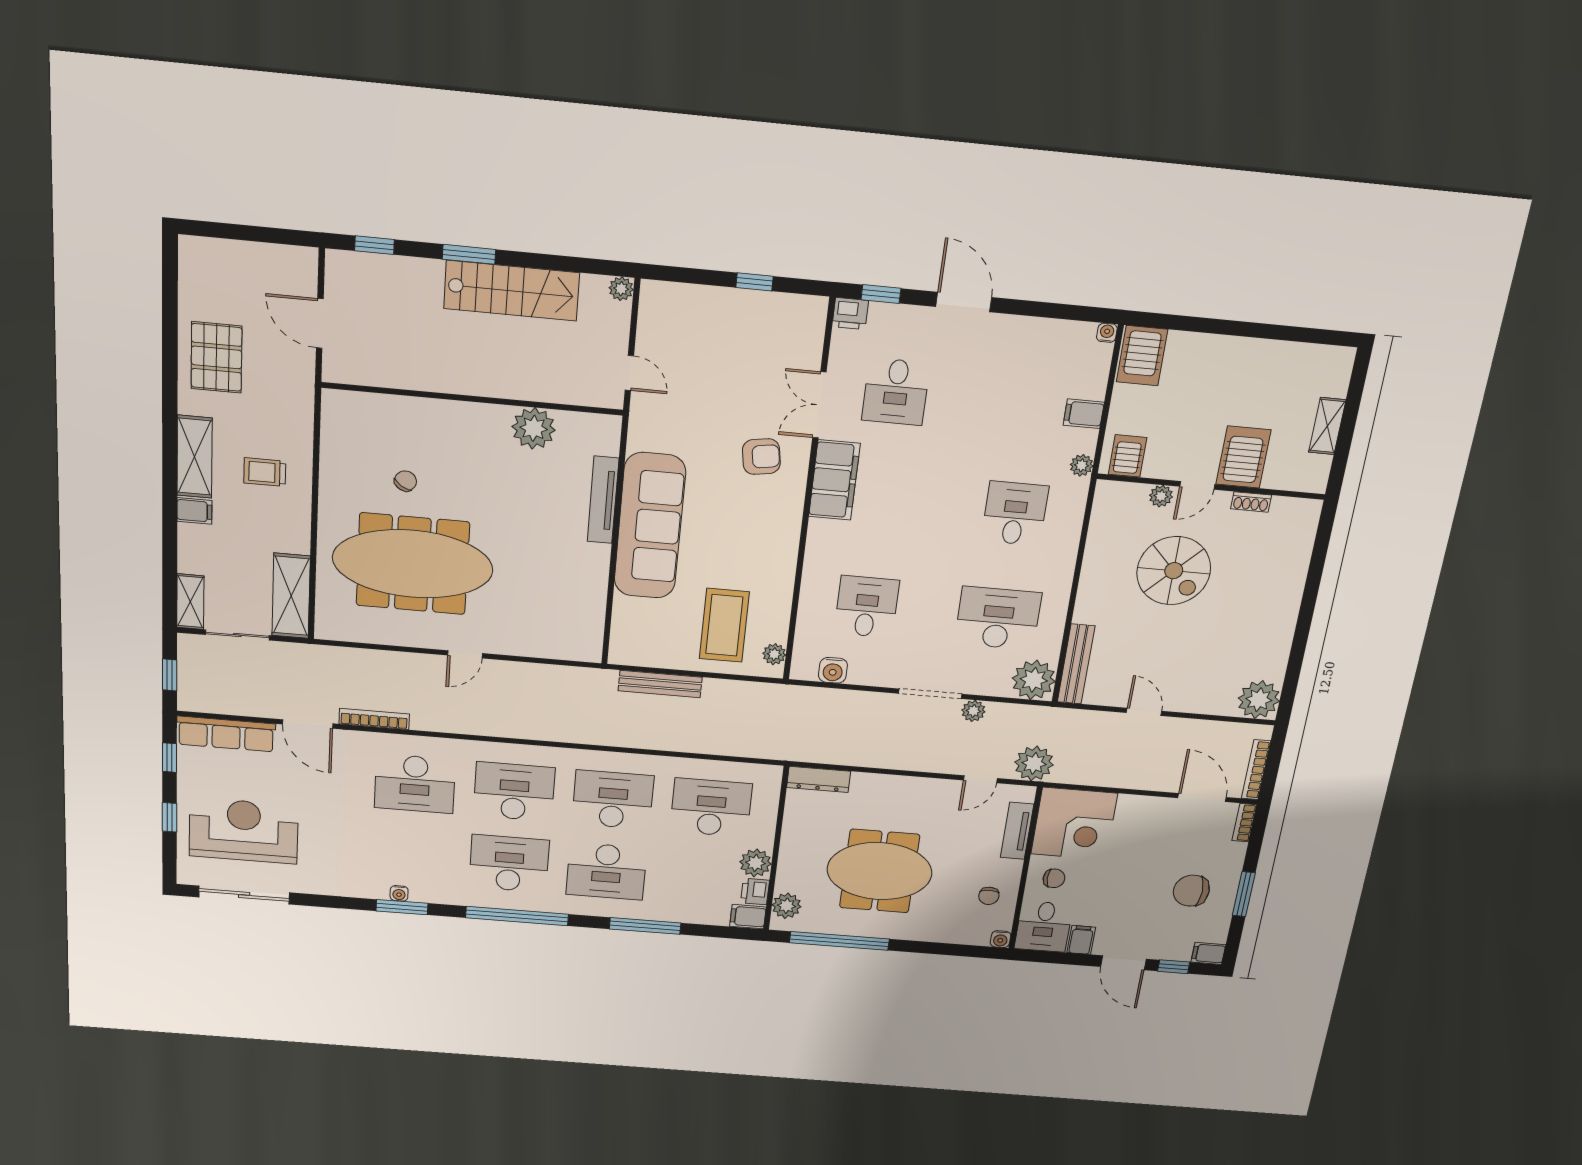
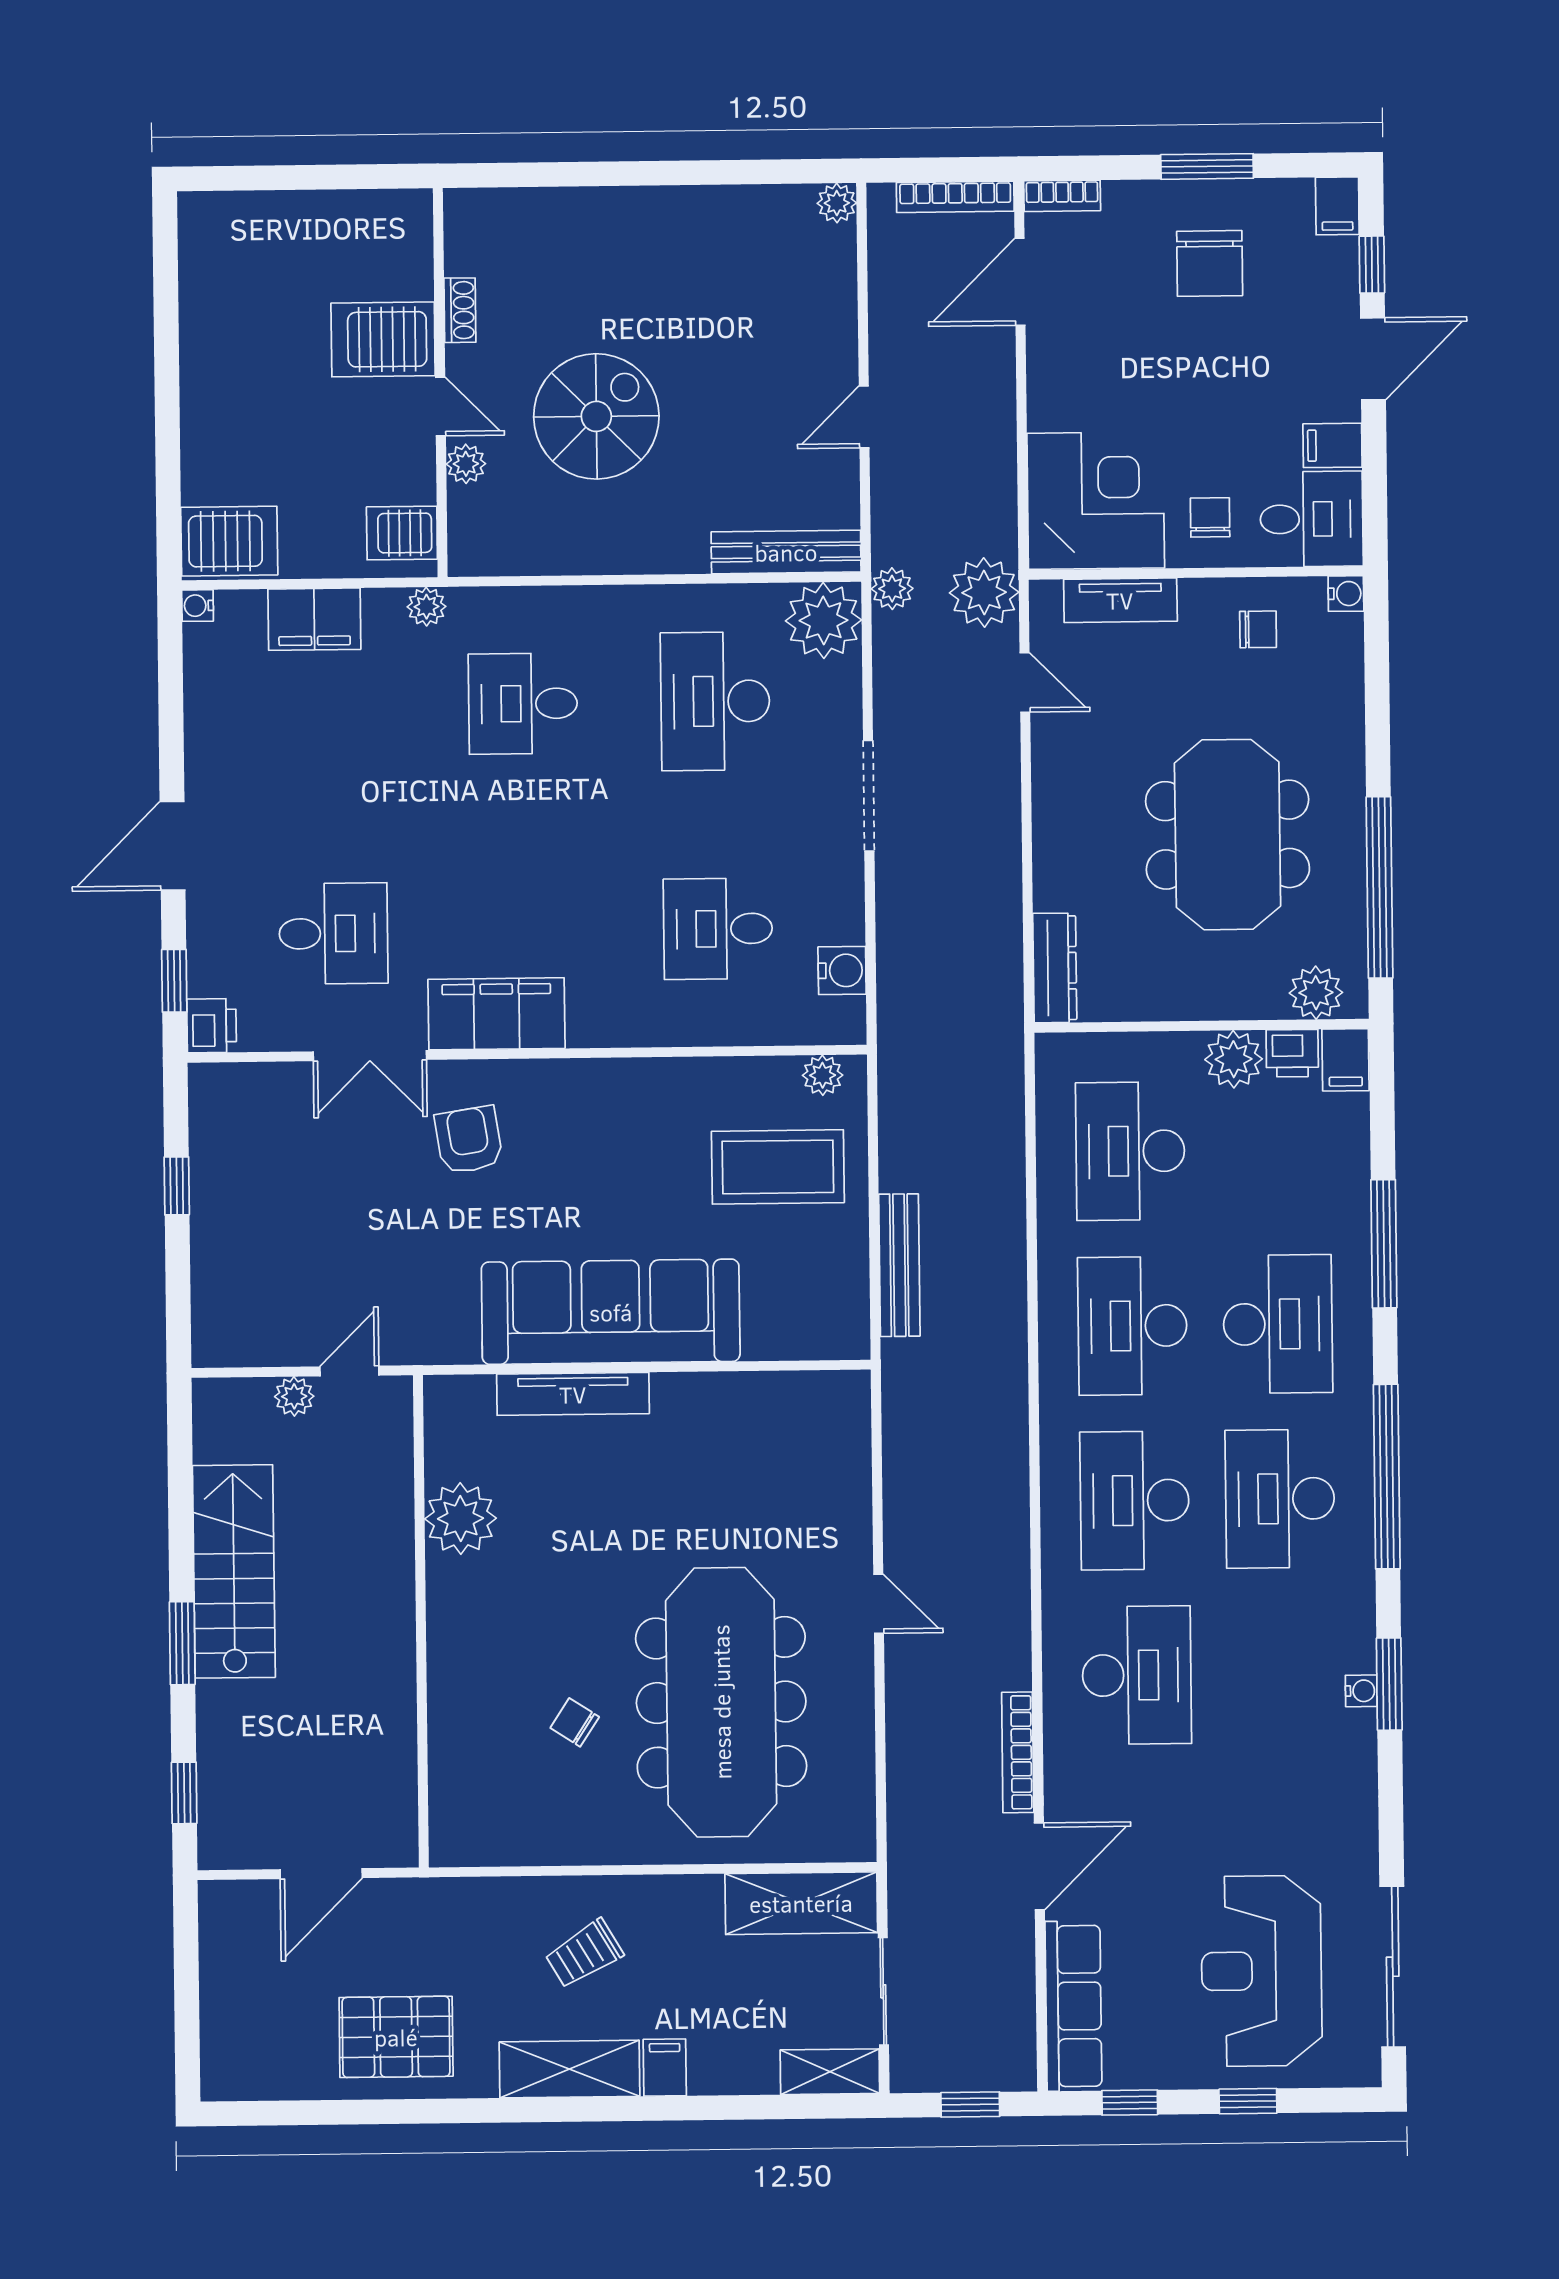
plant: (621, 289) -> (294, 1396), moved
filing cabinet: (1084, 414) -> (314, 619), width x2.00
shelving: (1327, 426) -> (314, 211), removed
trolley: (265, 472) -> (584, 1954), turned 59
plant: (1259, 700) -> (837, 203), width x0.53, depth x0.53
plant: (973, 711) -> (892, 589), moved

